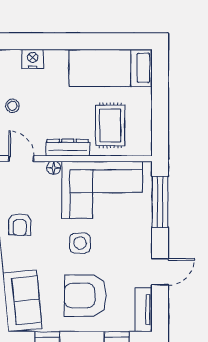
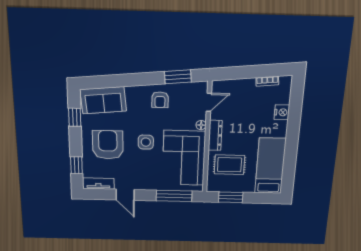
stool: (12, 106) -> (248, 97), removed
window: (160, 121) -> (231, 197), added
armchair: (20, 225) -> (160, 100), turned -91

